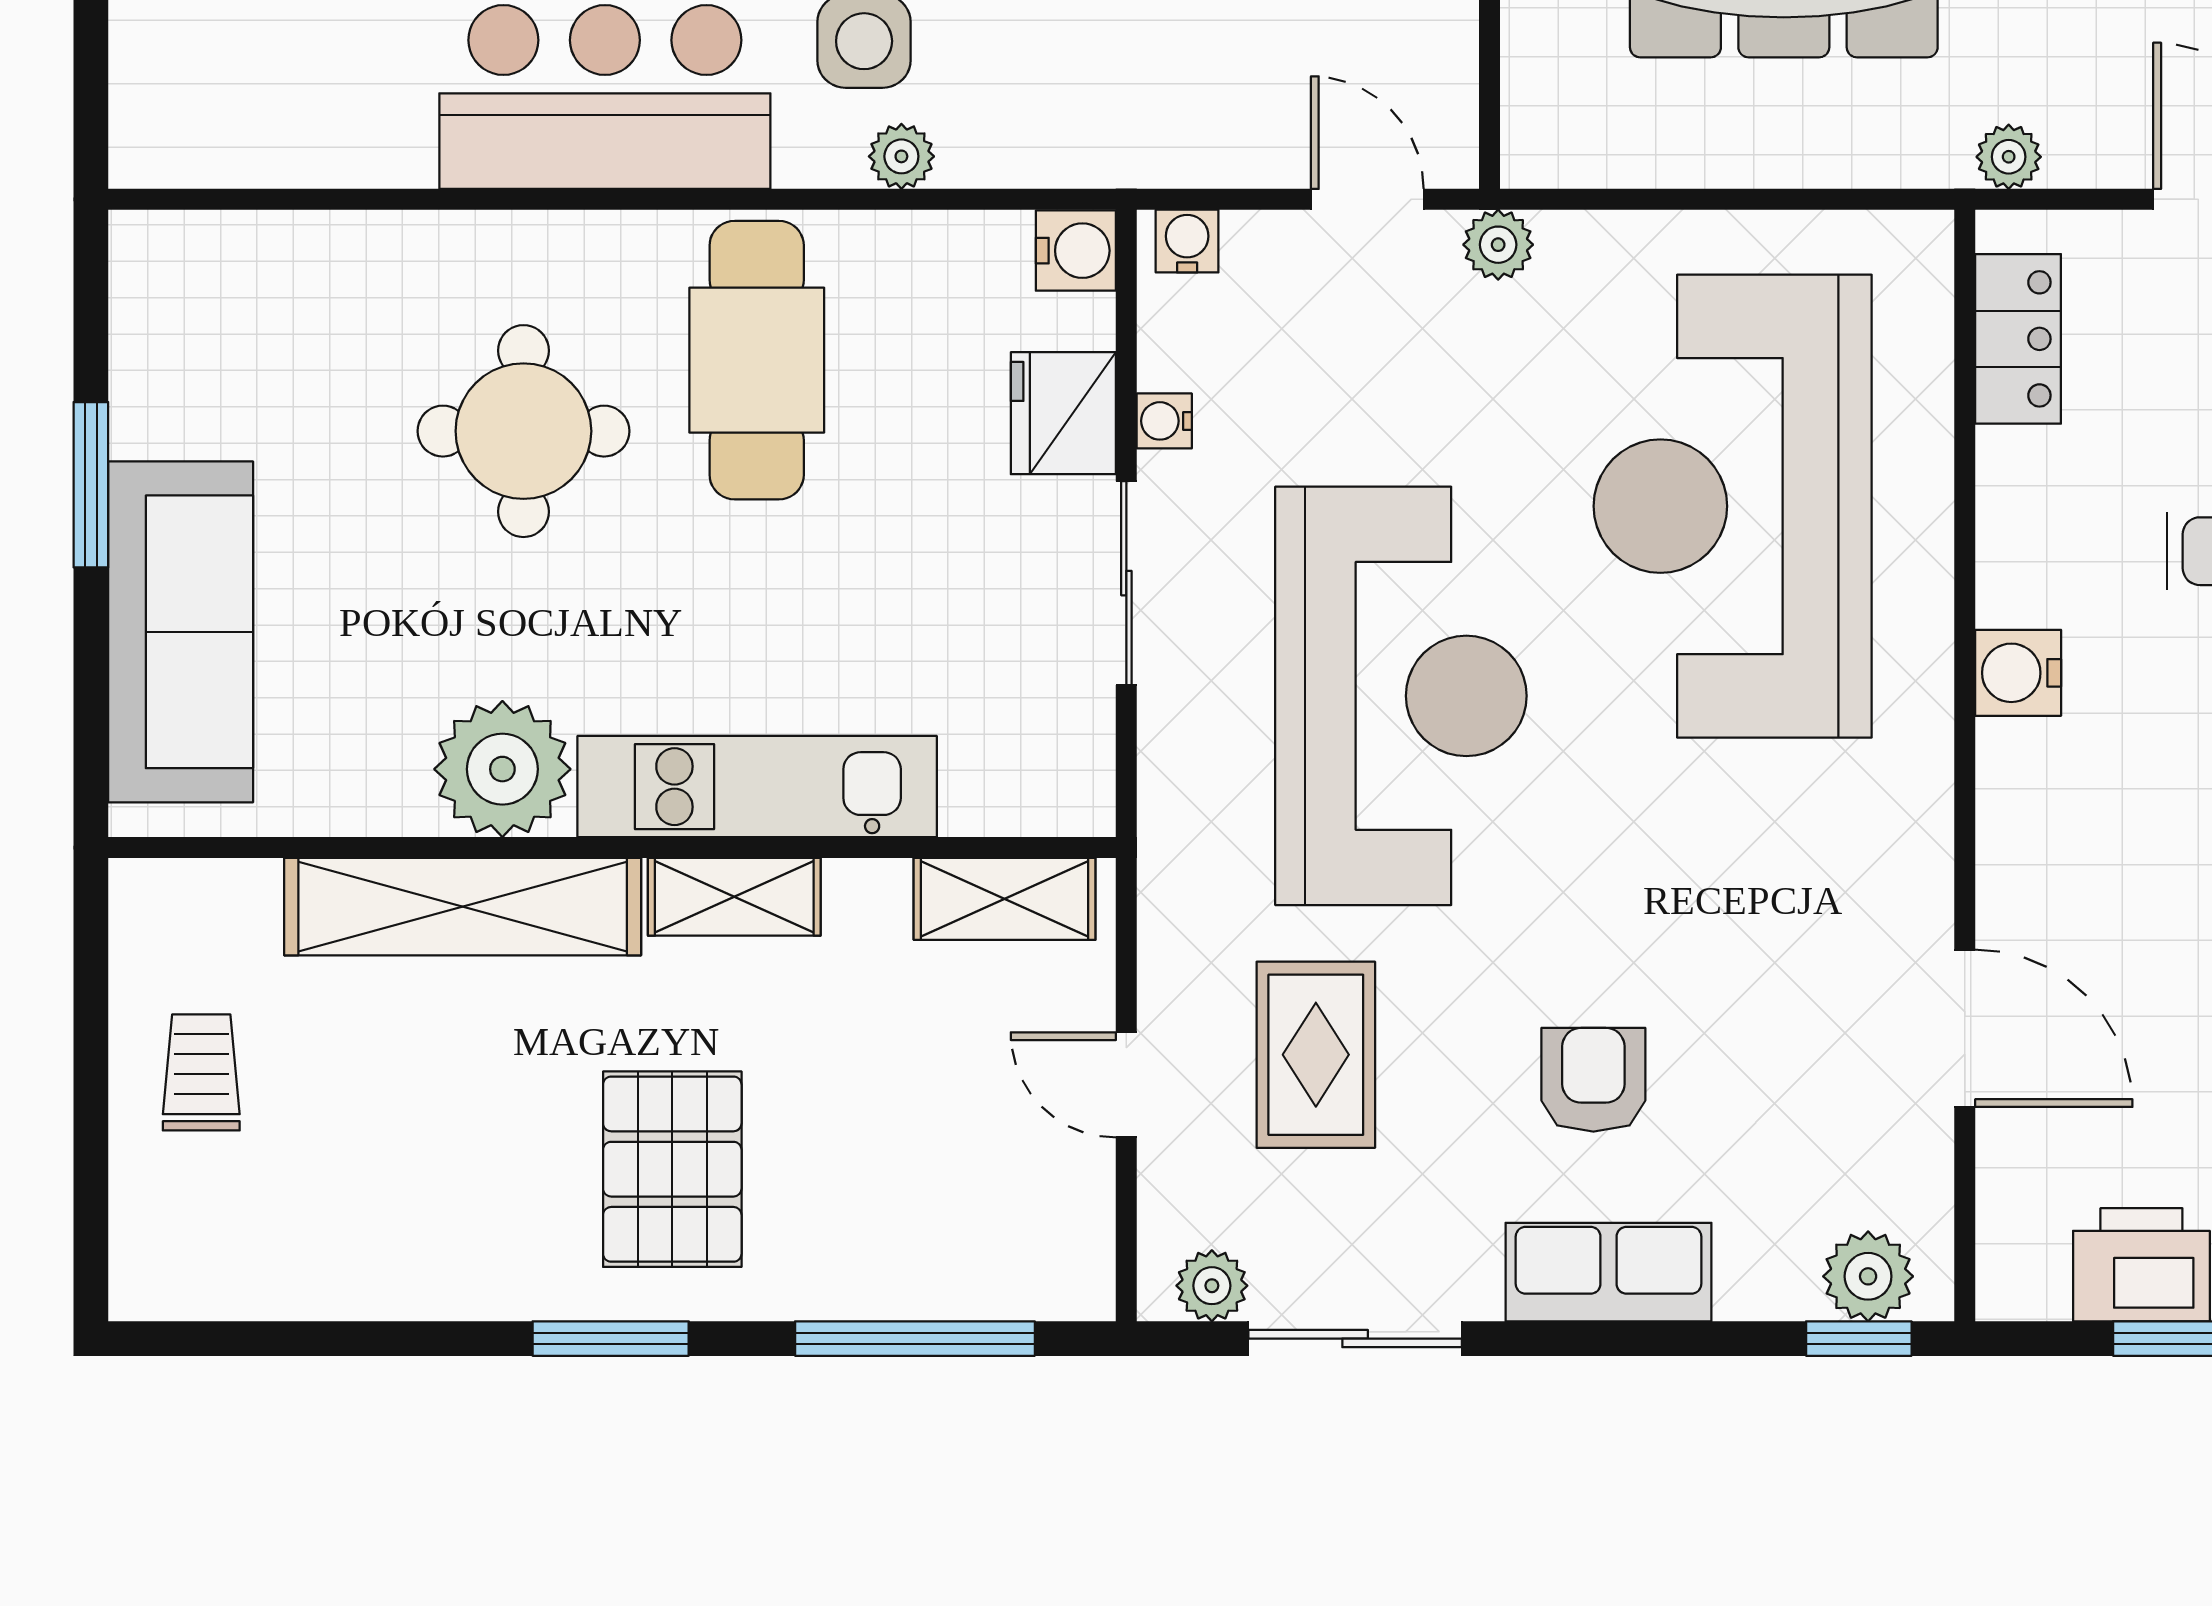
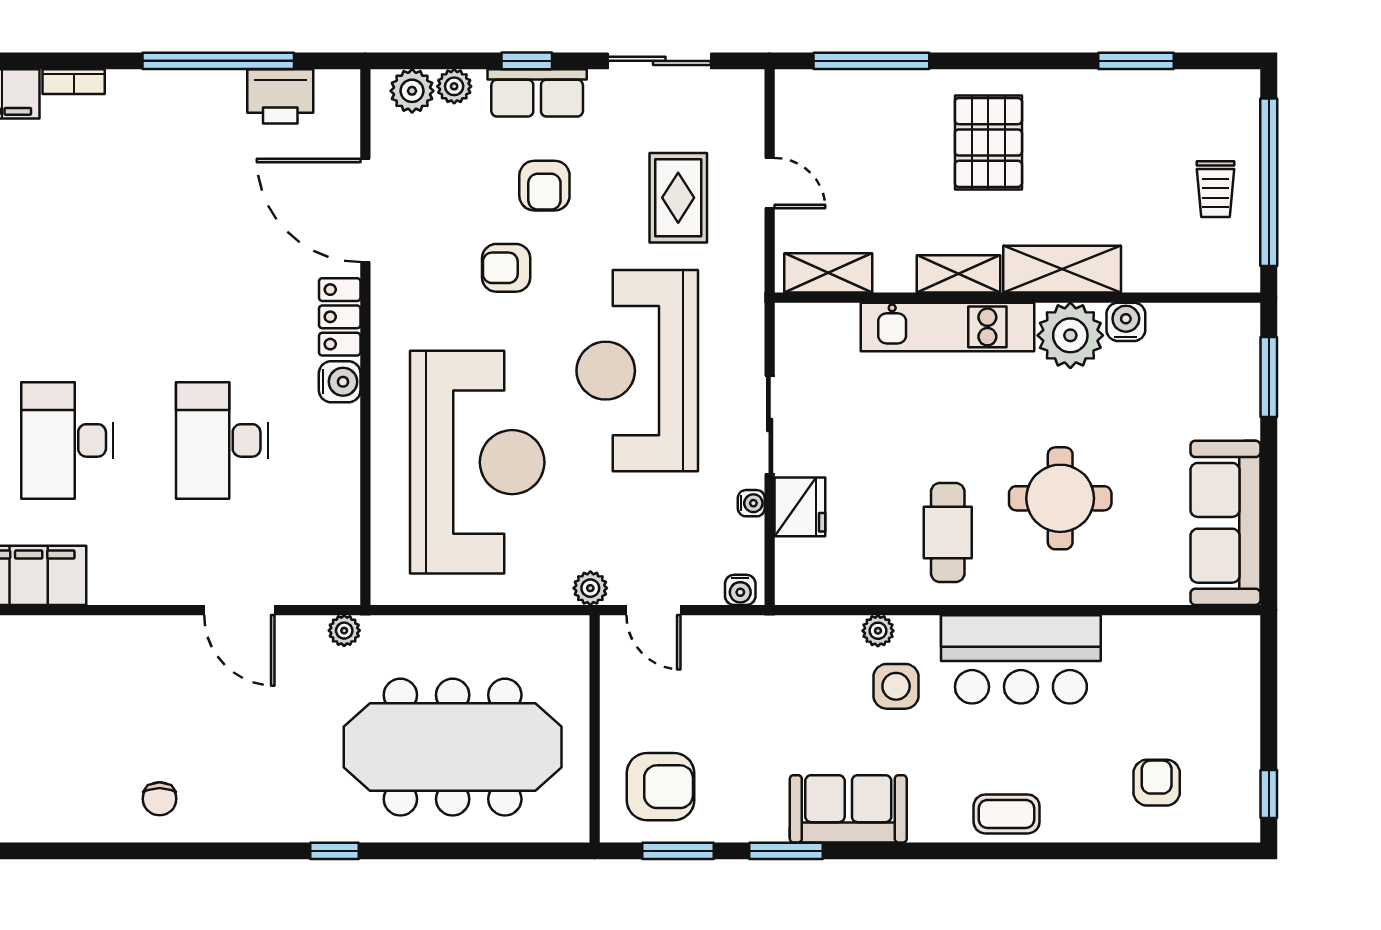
water cooler: (1076, 251) -> (1126, 322), moved, turned 90
locker: (2018, 339) -> (340, 317), moved
cafe table: (757, 360) -> (948, 532), width x0.73, depth x0.74
window: (91, 485) -> (1269, 377), moved
sofa: (181, 632) -> (1225, 523), moved
shelving: (463, 907) -> (1062, 269), width x0.68
armchair: (1673, 909) -> (506, 268), added
door: (1965, 1028) -> (365, 210), width x1.36
window: (91, 1087) -> (1269, 182), added
plant: (1212, 1286) -> (454, 86), moved
window: (611, 1339) -> (1136, 61), moved
window: (1859, 1339) -> (527, 61), moved

